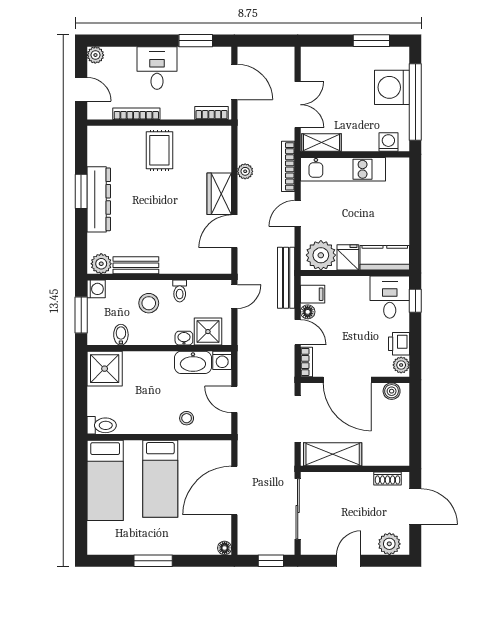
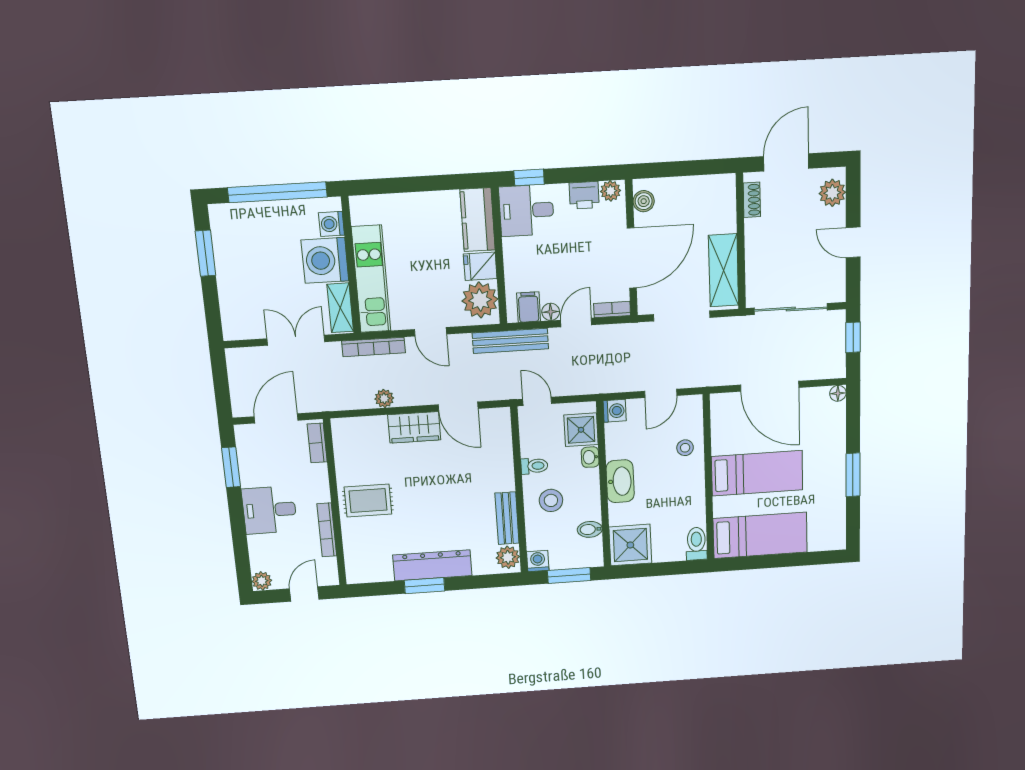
washing machine: (392, 87) -> (325, 260), moved, turned 90
washbasin: (193, 362) -> (620, 481), moved

